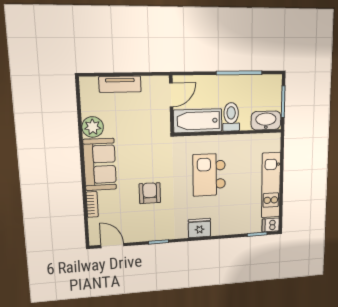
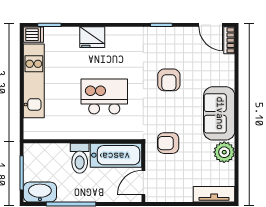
tv unit: (120, 84) -> (214, 194), moved
washbasin: (266, 120) -> (40, 192), moved, turned 180
armchair: (148, 134) -> (168, 143), added
kitchen island: (209, 175) -> (104, 96), turned -90
bookcase: (92, 204) -> (229, 40), moved
fridge: (199, 228) -> (92, 37), moved

